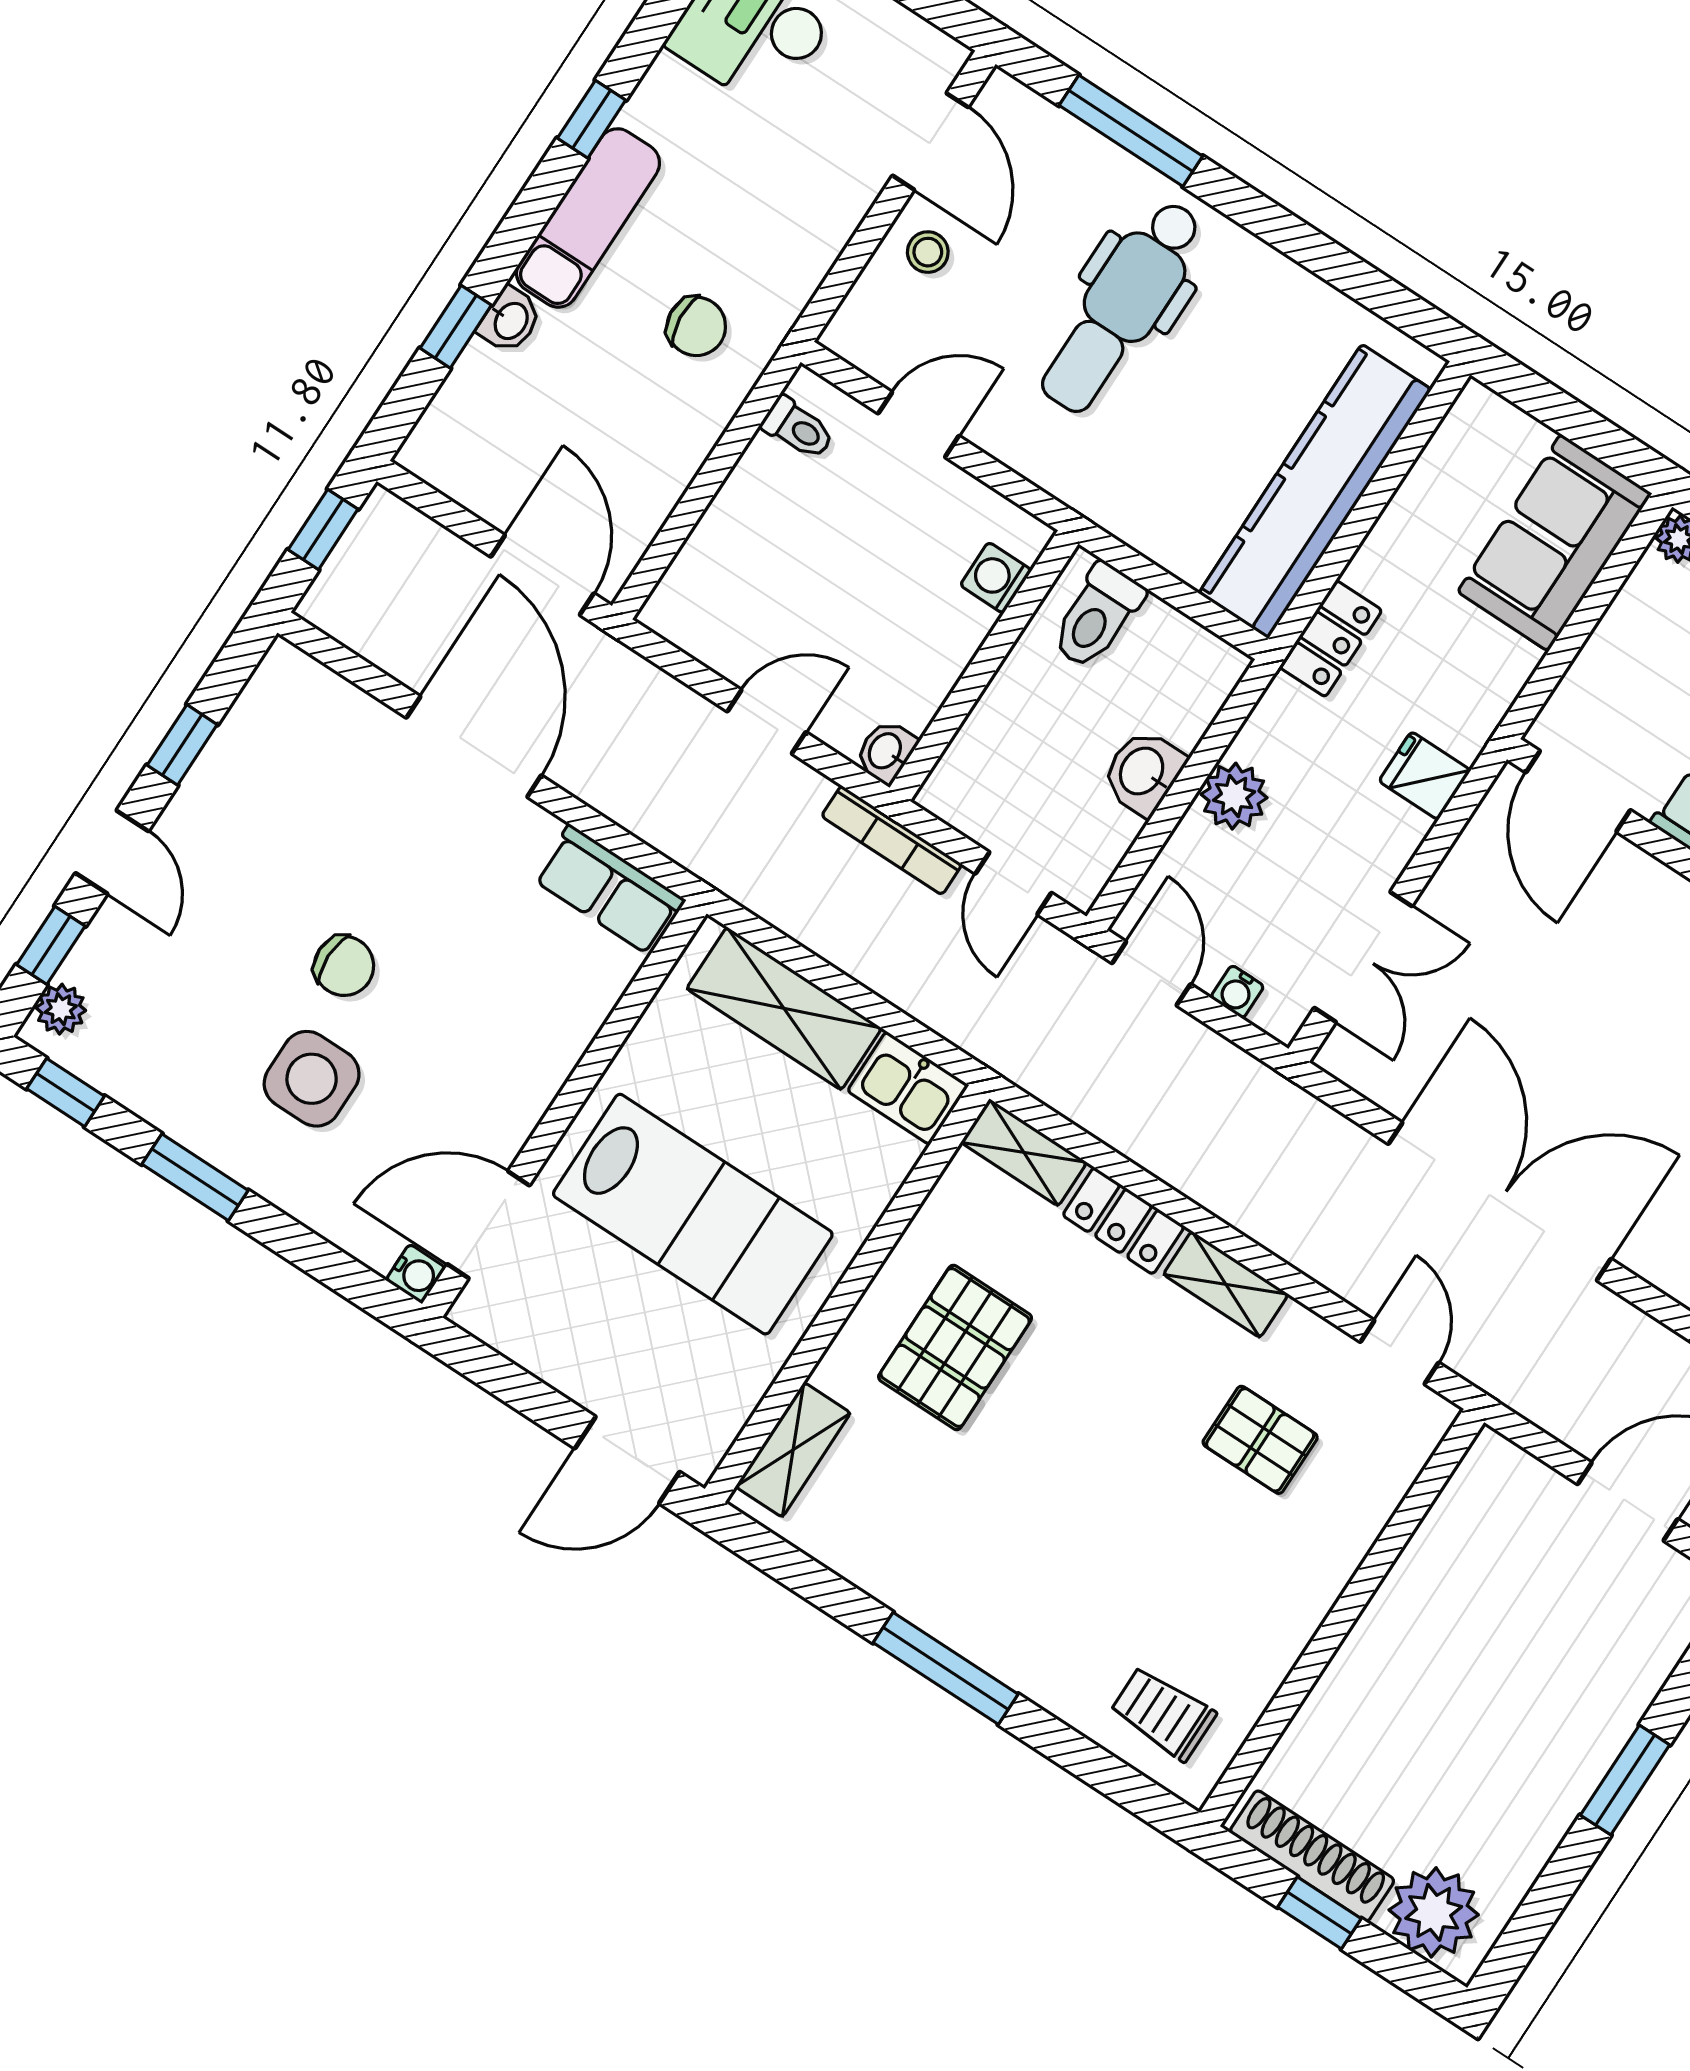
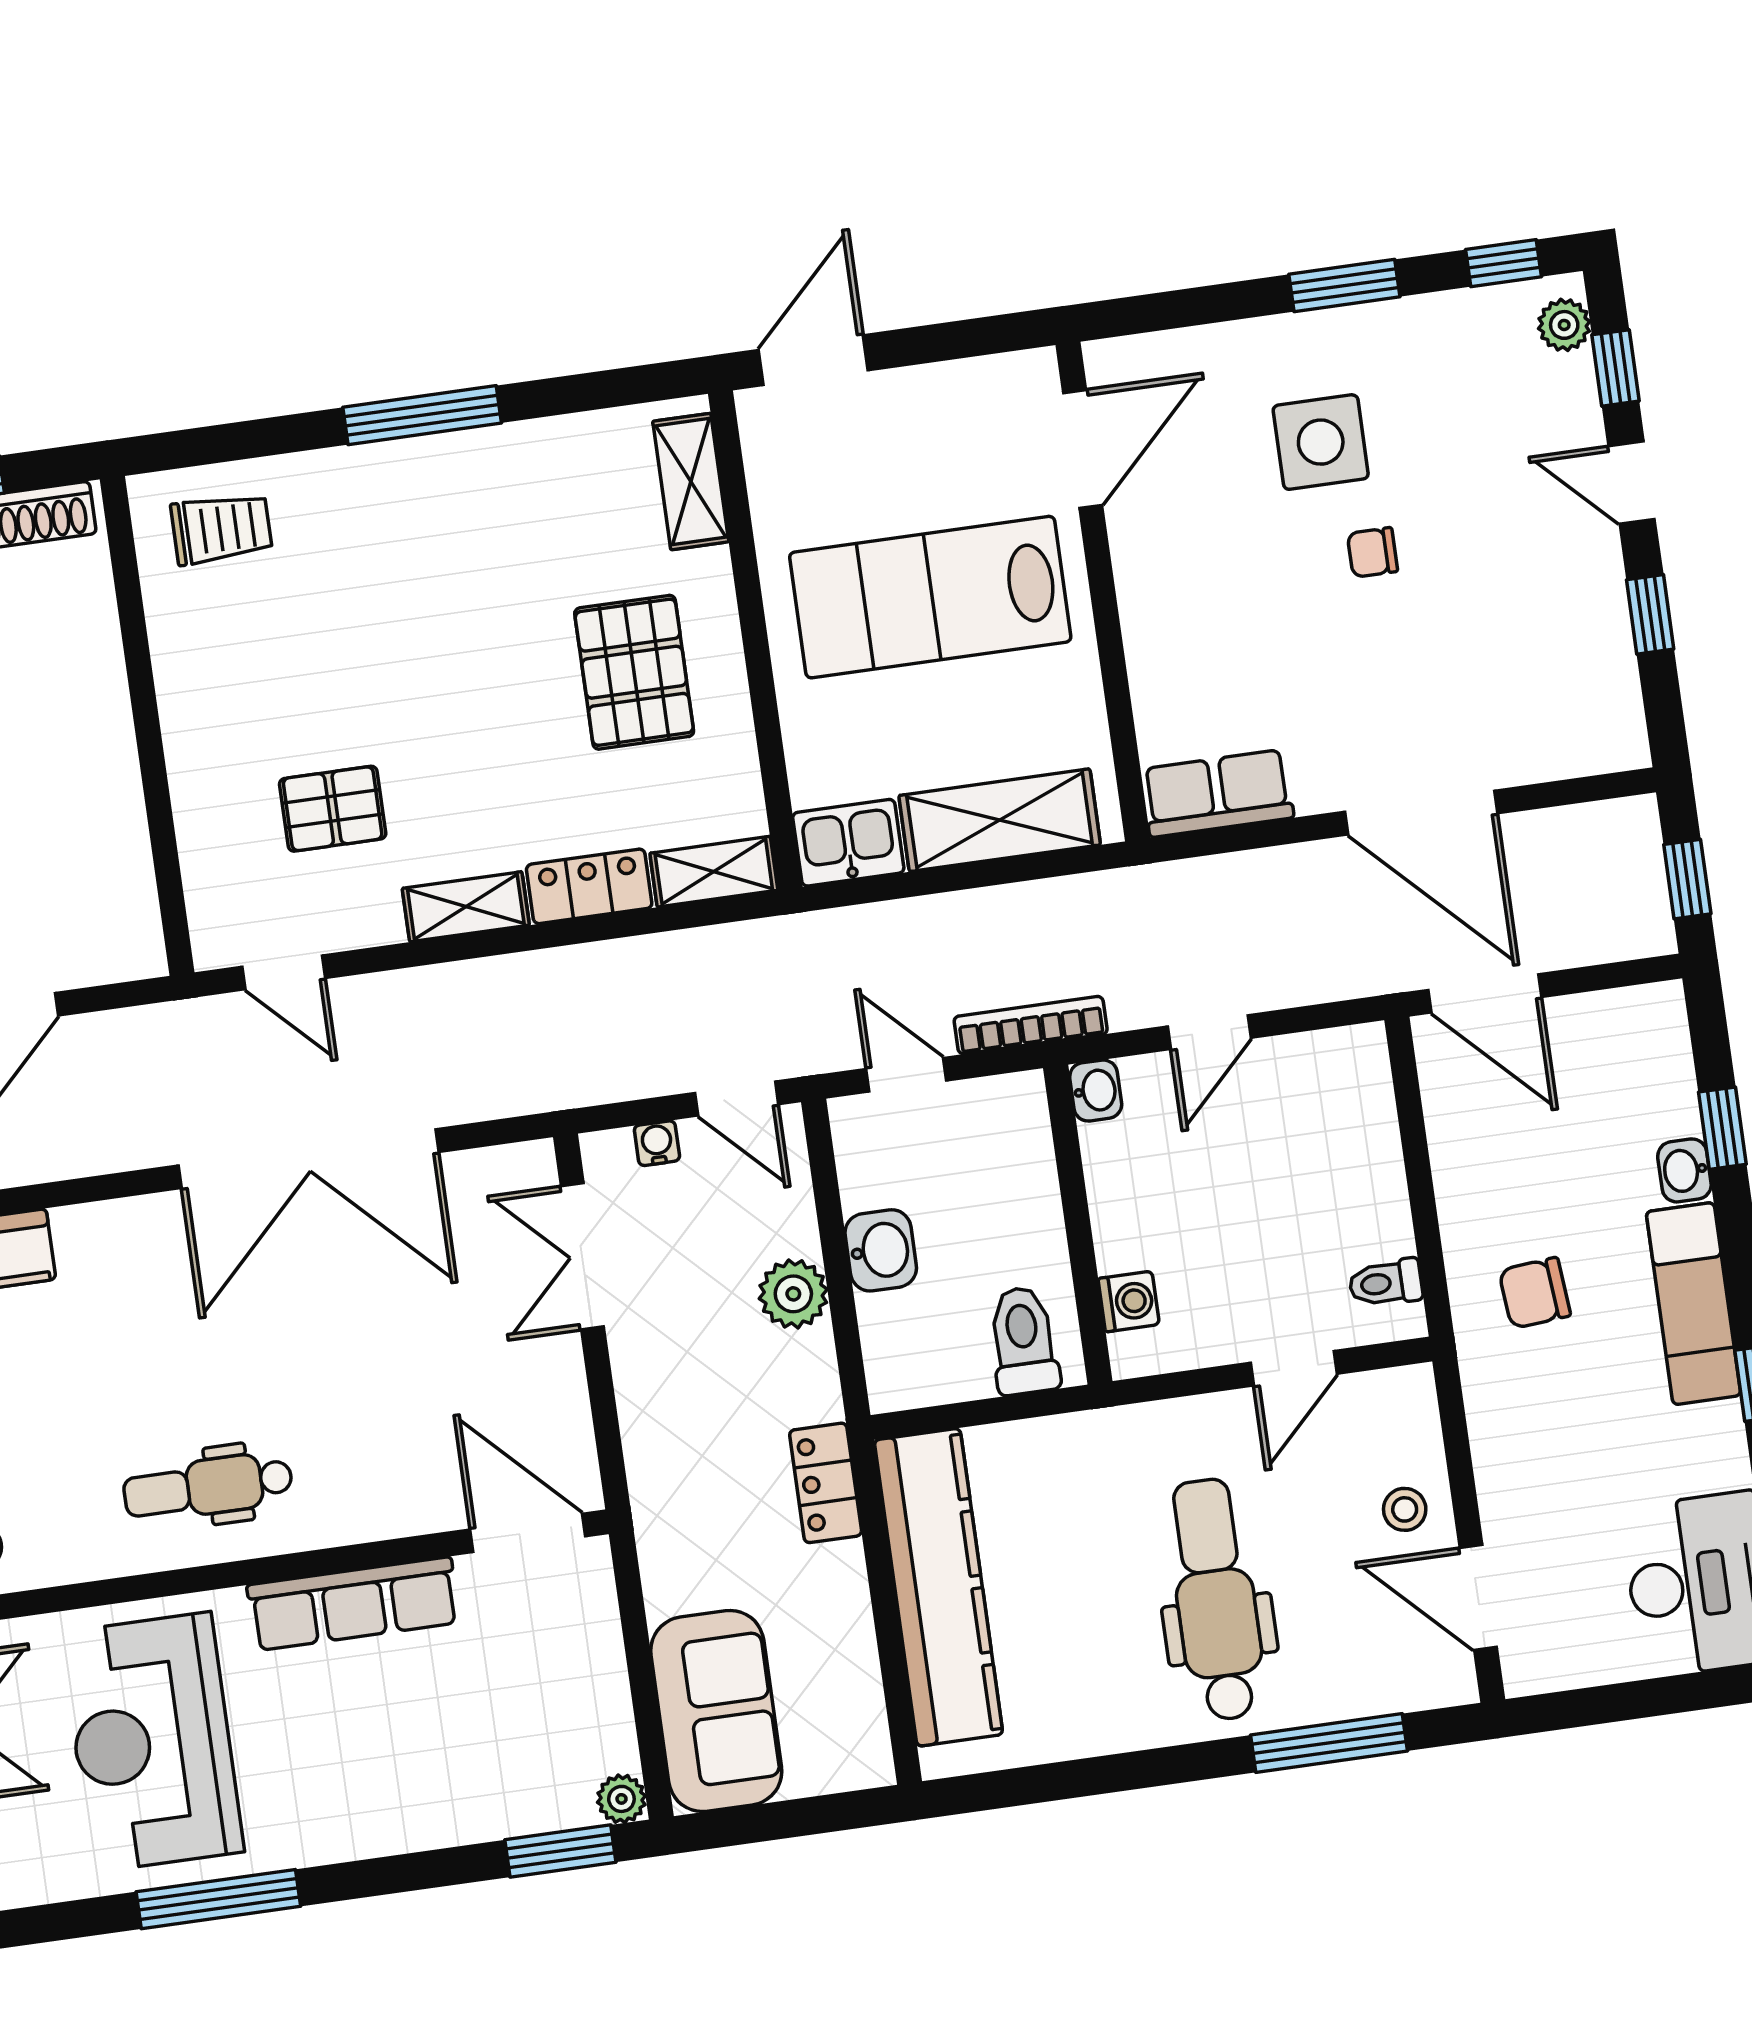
fridge: (1425, 776) -> (658, 1440), removed
chair: (344, 966) -> (1372, 552), width x0.73, depth x0.73
water cooler: (416, 1274) -> (1106, 361), removed

